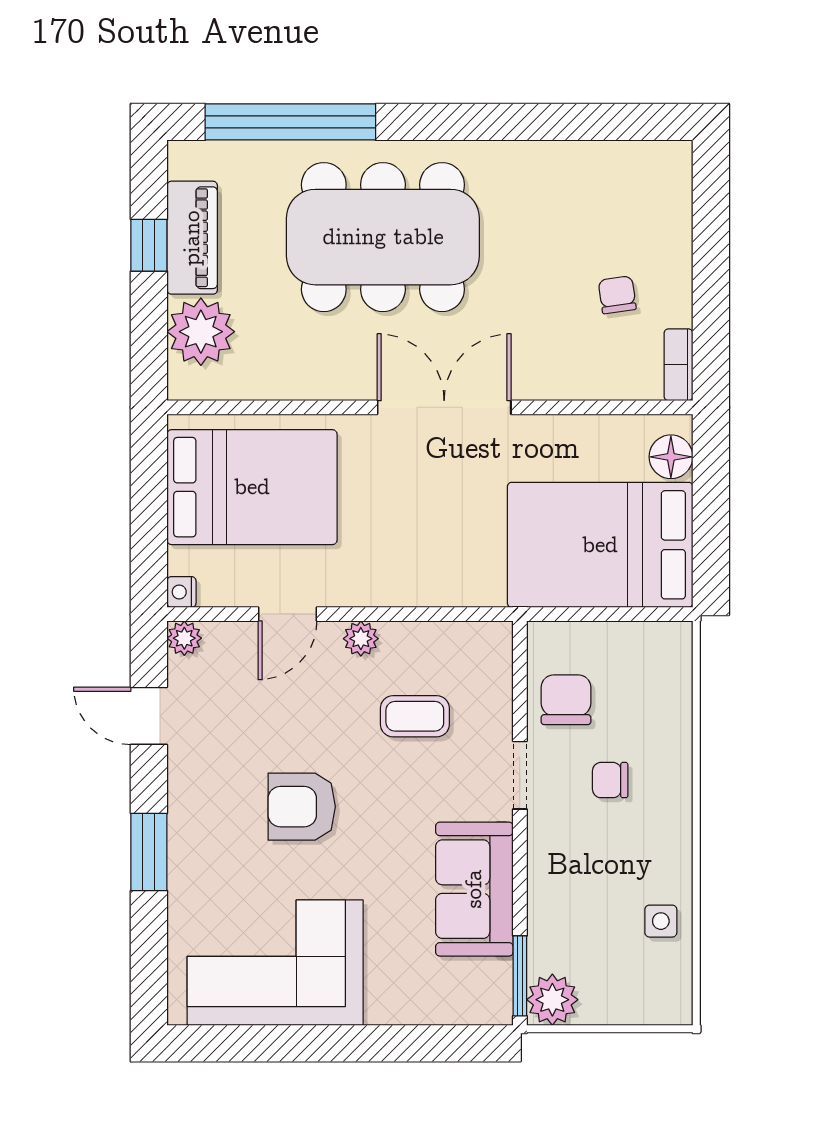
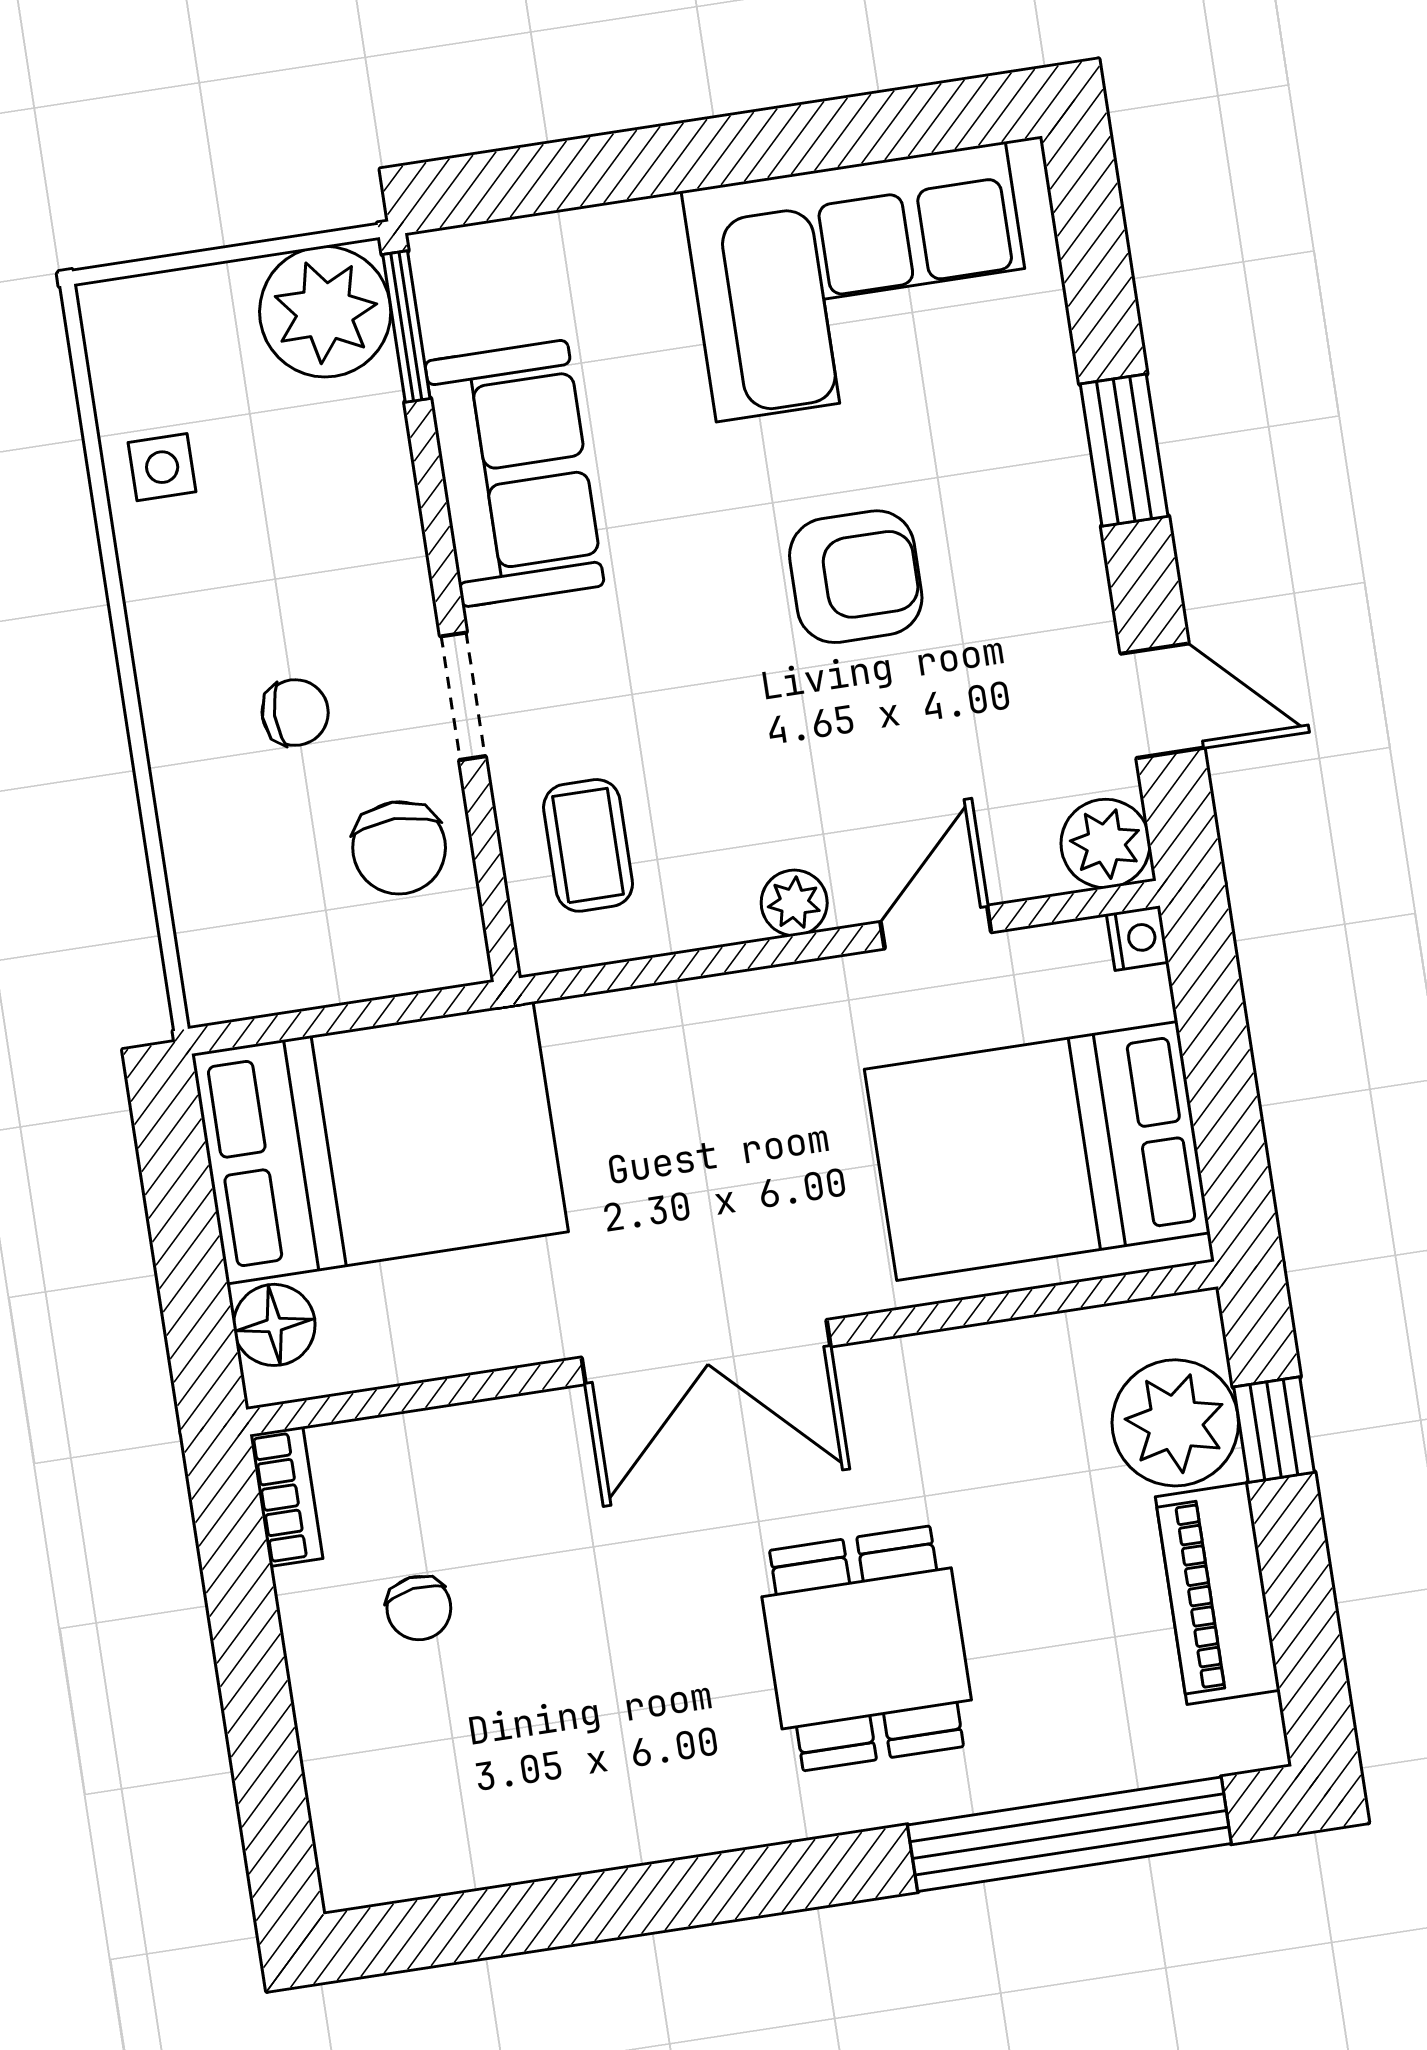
dining table: (383, 237) -> (867, 1648), width x0.53, depth x0.80
window: (149, 245) -> (1274, 1430), moved
plant: (184, 638) -> (1106, 844), width x1.38, depth x1.38
coffee table: (415, 716) -> (588, 845), moved, turned 90
plant: (552, 1000) -> (325, 312), width x1.36, depth x1.36

